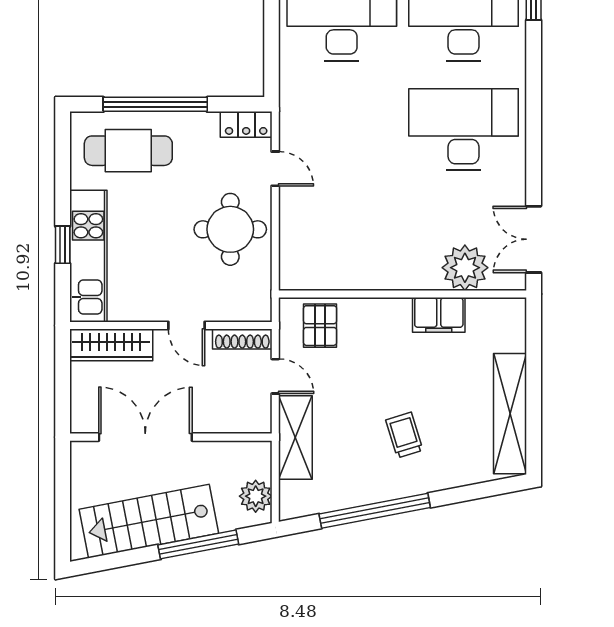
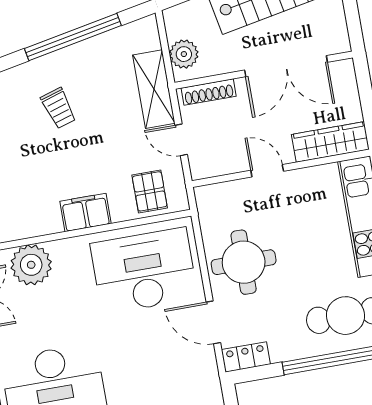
door: (275, 169) -> (213, 322), width x1.37
desk: (342, 239) -> (144, 271), added
filing cabinet: (439, 315) -> (86, 212), moved
shoe rack: (242, 339) -> (209, 92), moved, turned 180
plant: (256, 496) -> (184, 54), moved

